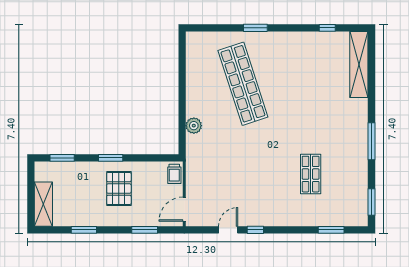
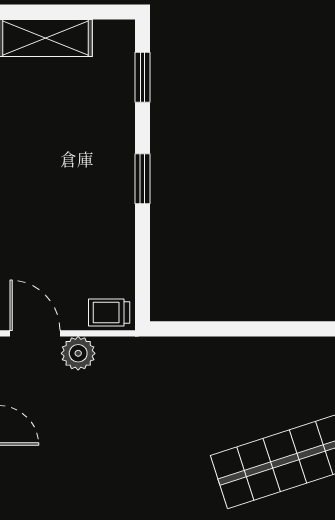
plant: (194, 126) -> (78, 353), moved
pallet: (119, 189) -> (78, 196), removed

